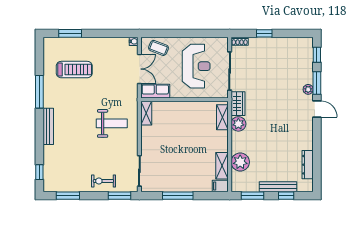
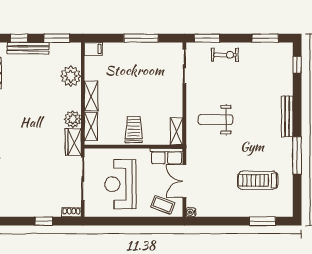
trolley: (184, 115) -> (134, 130), added
shelving: (222, 166) -> (91, 96), moved

